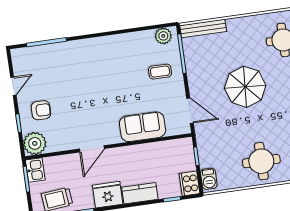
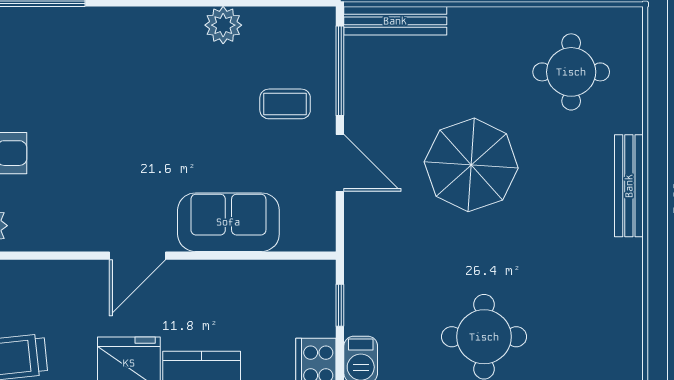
plant: (163, 36) -> (223, 25), moved
door: (190, 111) -> (340, 163), moved
door: (92, 149) -> (138, 256), moved

